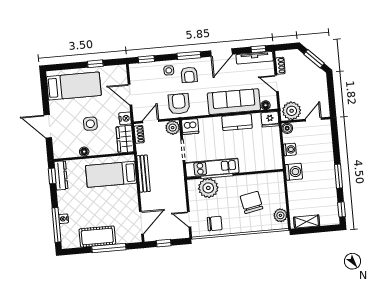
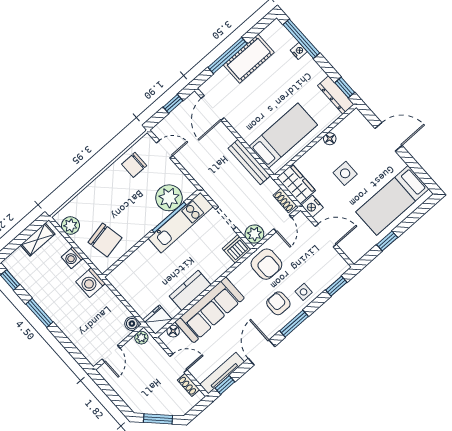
plant: (292, 111) -> (141, 338), width x0.53, depth x0.53
washing machine: (290, 149) -> (72, 258), moved
chair: (252, 202) -> (105, 240), moved

